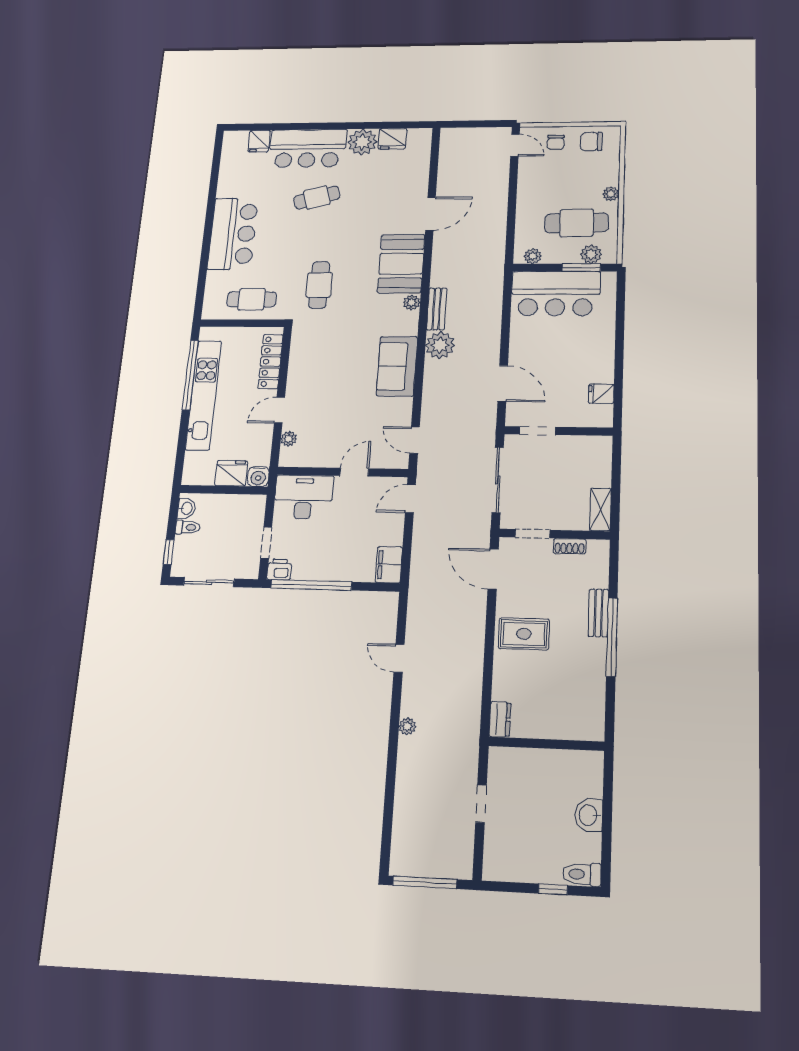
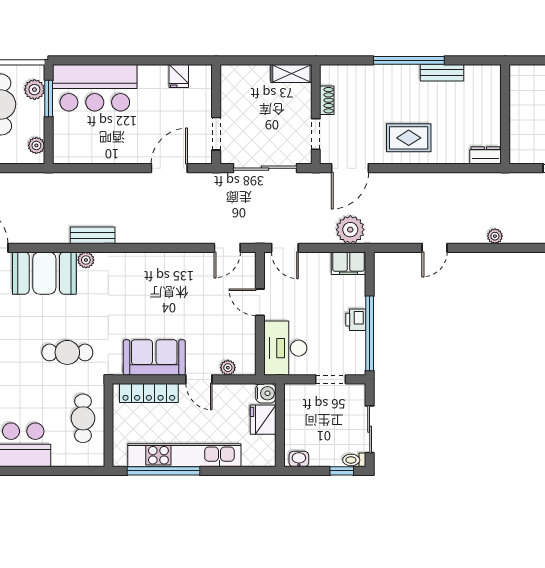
bar counter: (556, 293) -> (95, 88), moved, turned 90
plant: (440, 345) -> (350, 230), moved
sofa: (397, 366) -> (154, 357), moved, turned 180
toilet: (188, 527) -> (354, 460), moved, turned -90
printer: (279, 569) -> (356, 320), moved
bench: (598, 613) -> (442, 73), moved
rug: (524, 634) -> (409, 138), turned 90

